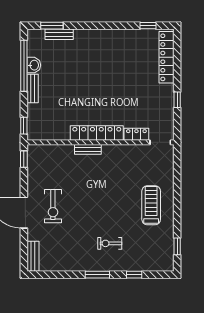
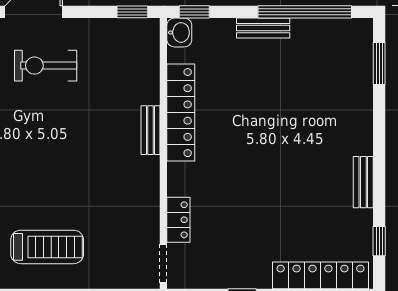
bench: (59, 34) -> (363, 182), moved
washbasin: (34, 65) -> (179, 32), moved, turned -90
locker: (97, 133) -> (181, 113), moved

